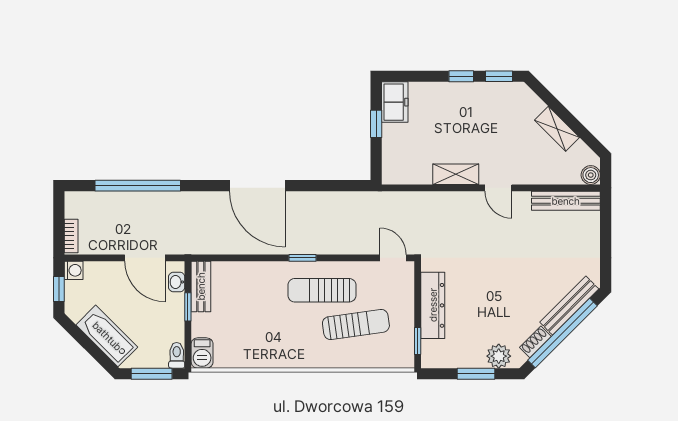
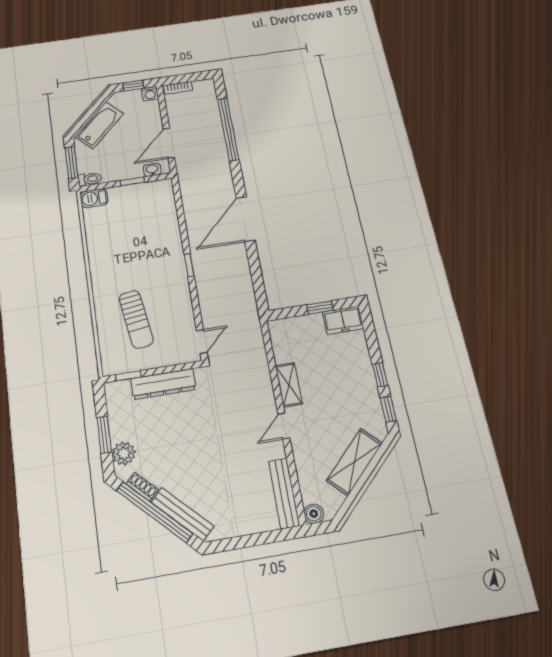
shelving: (557, 129) -> (354, 462), width x1.50, depth x1.33
bench: (201, 286) -> (151, 189), removed
sun lounger: (322, 290) -> (163, 286), removed

